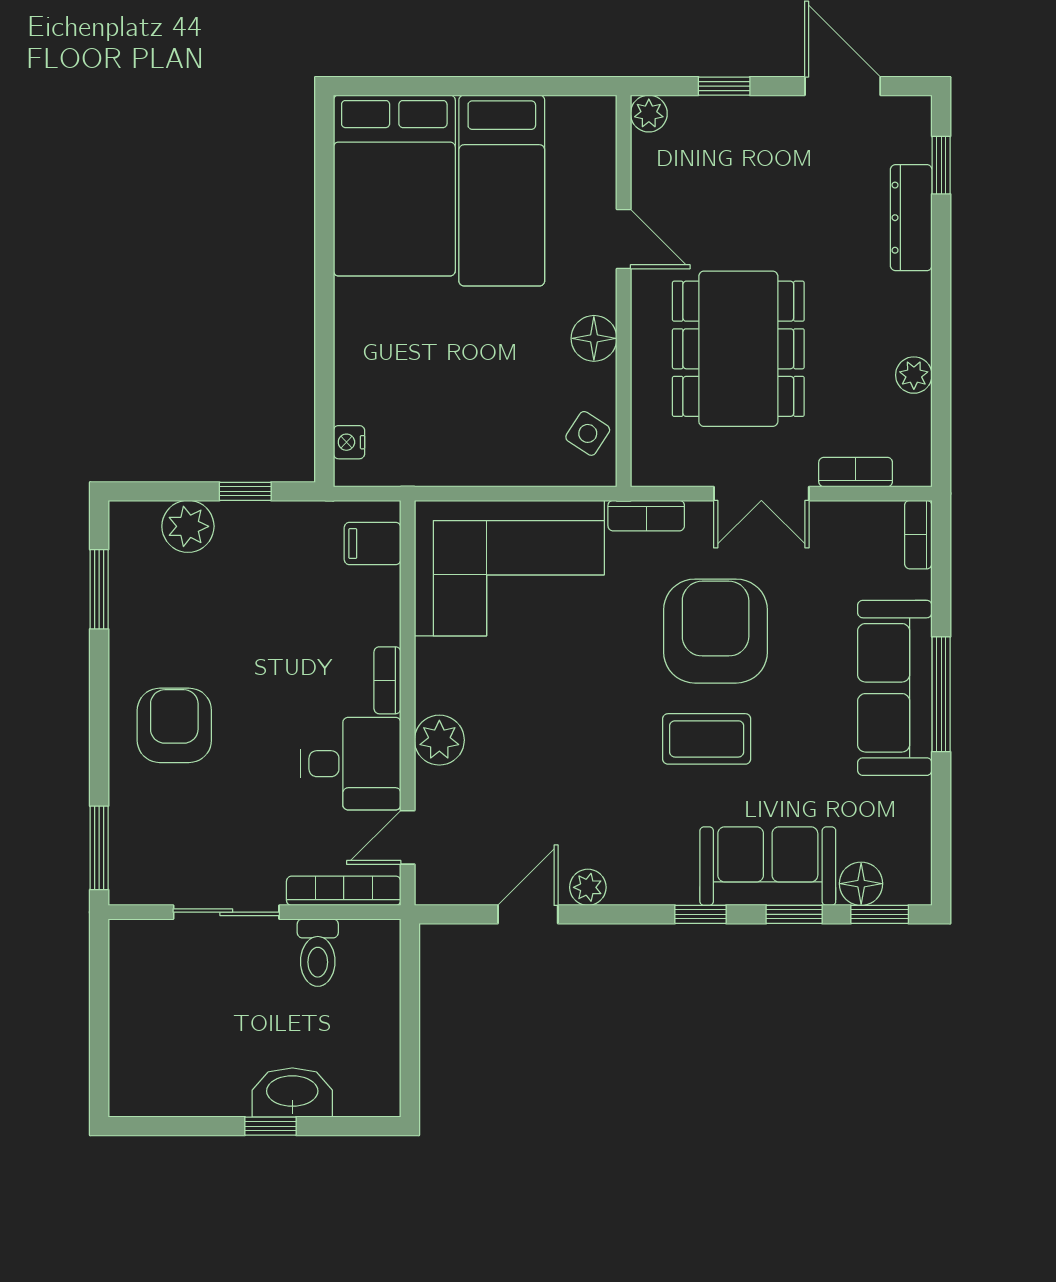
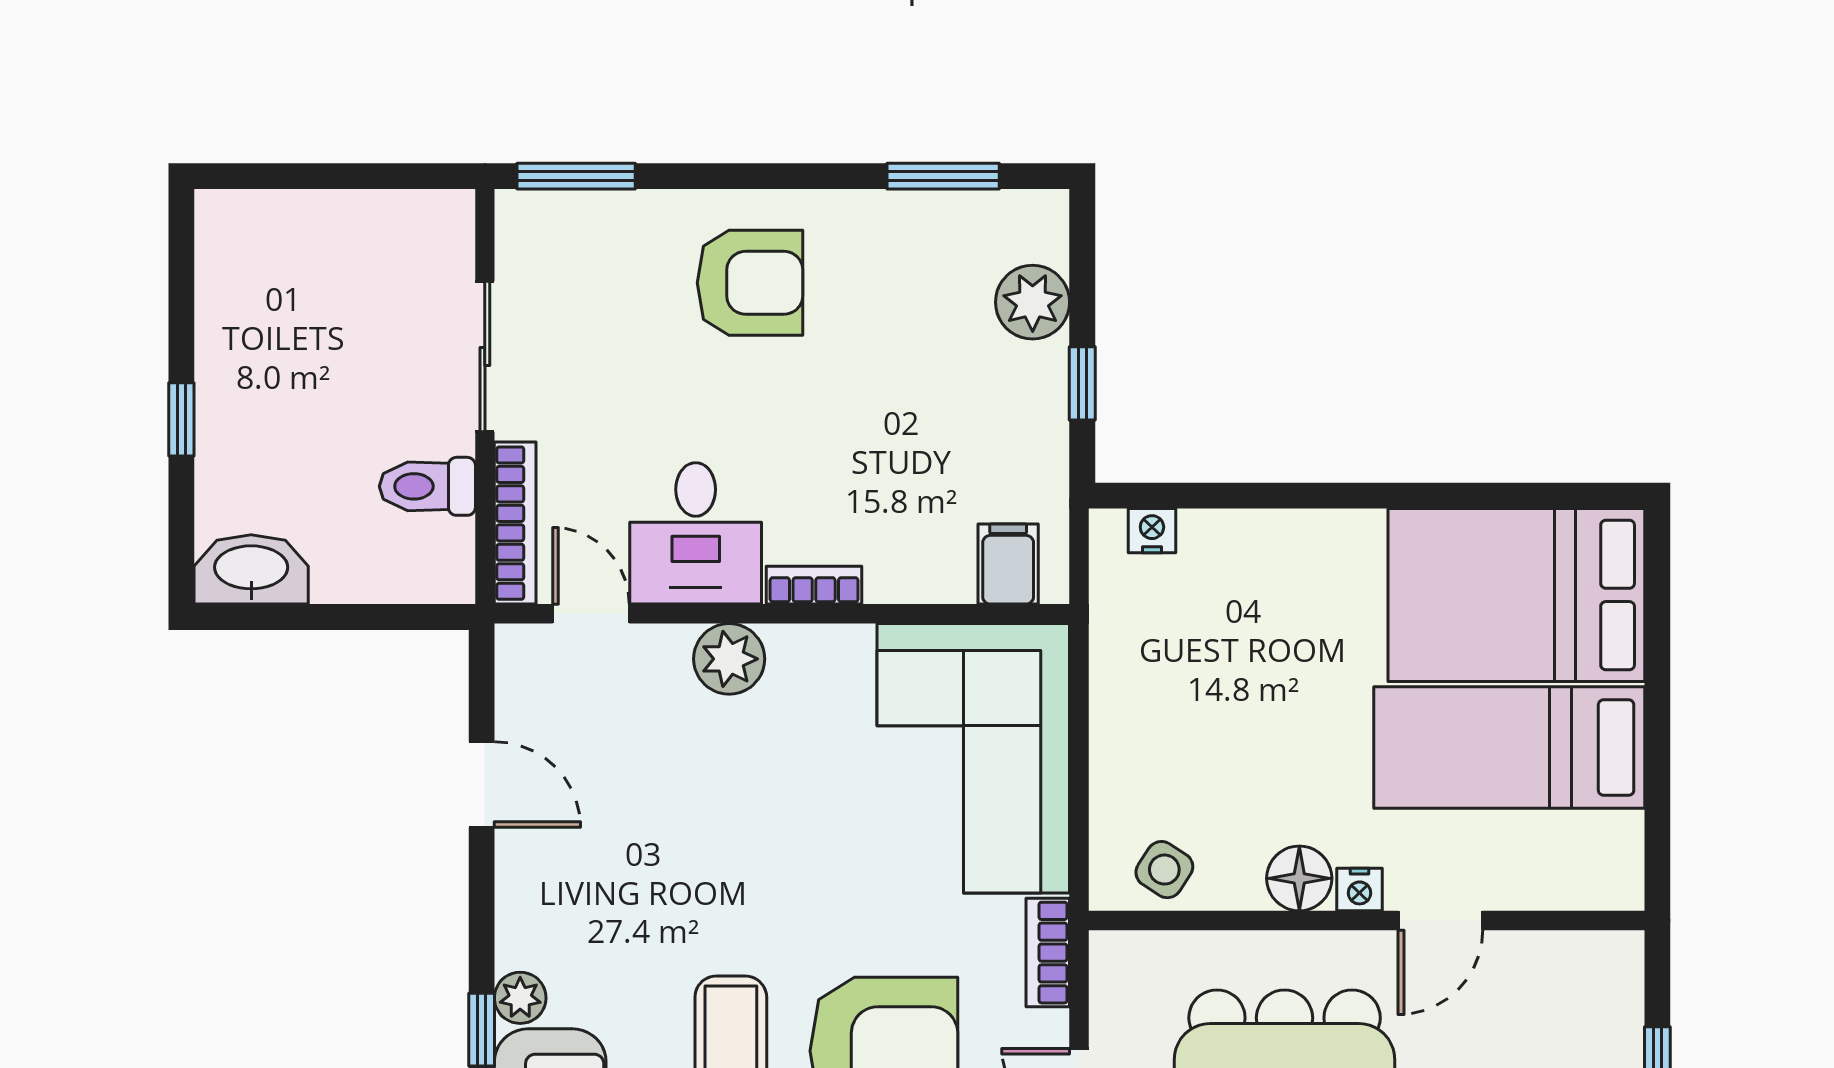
plant: (649, 114) -> (1618, 956), removed
nightstand: (602, 296) -> (1360, 890), added
plant: (588, 887) -> (520, 998), moved
washbasin: (292, 1092) -> (251, 569), moved, turned -90

